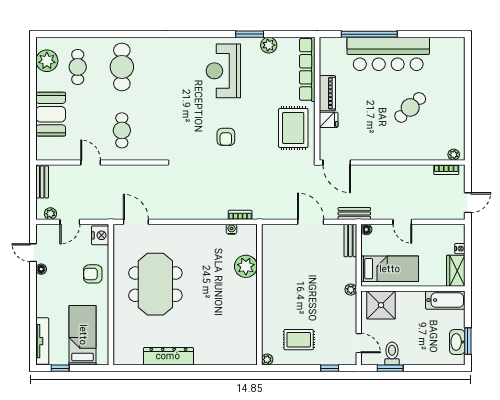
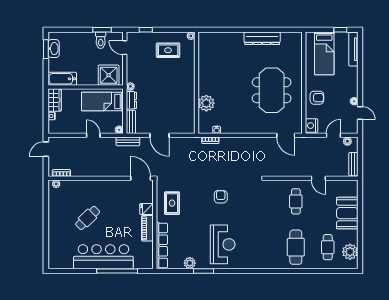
rug: (293, 128) -> (172, 203), width x0.73, depth x0.70
dresser: (350, 270) -> (131, 100), added

